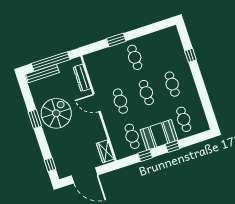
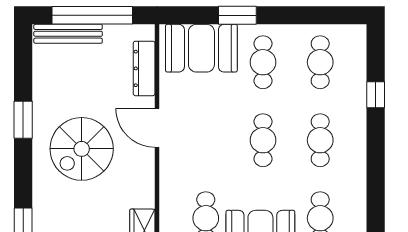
booth: (105, 60) -> (201, 48), added
cafe table: (120, 101) -> (320, 62), moved
spiral stairs: (56, 113) -> (82, 149), moved, turned 180

